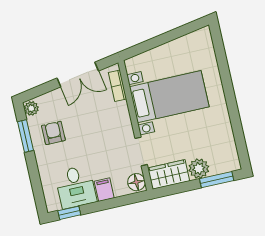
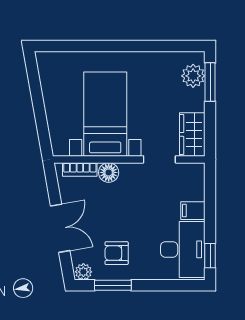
double door: (78, 74) -> (60, 228), moved
plant: (199, 169) -> (193, 76), moved
floor lamp: (136, 182) -> (109, 172), moved
desk: (76, 187) -> (183, 249), width x1.37

